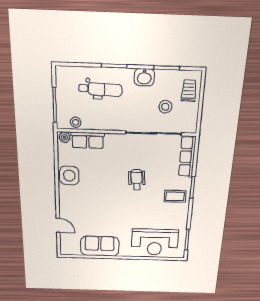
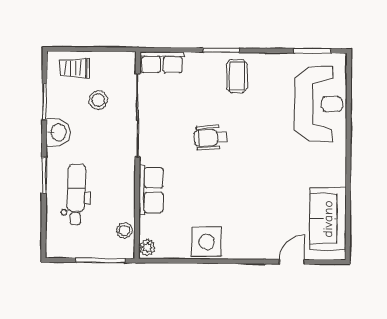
row of seats: (88, 140) -> (151, 190), moved
row of seats: (187, 157) -> (162, 62), width x0.68
sofa: (100, 246) -> (328, 219), moved

